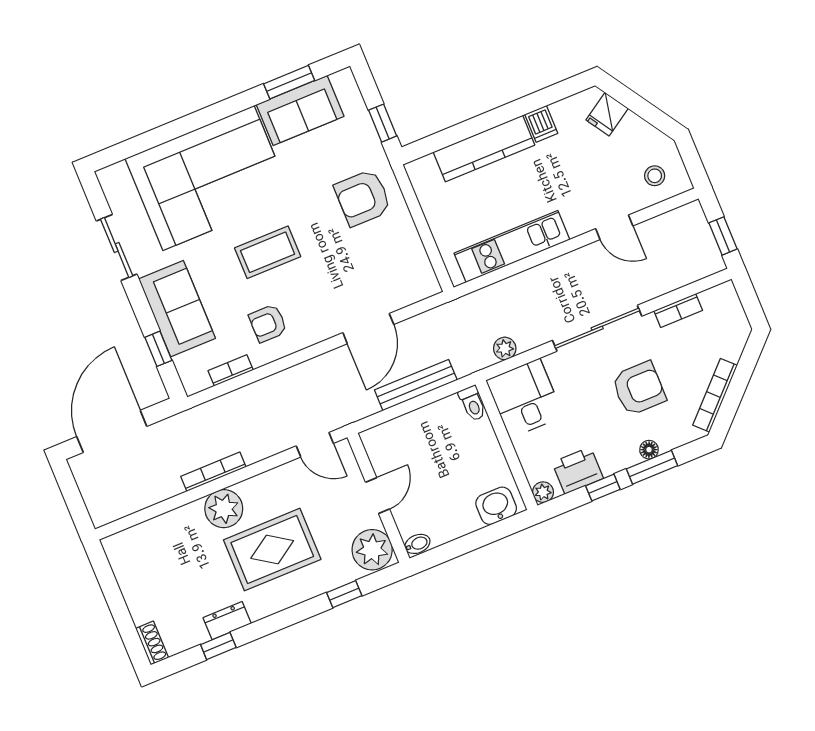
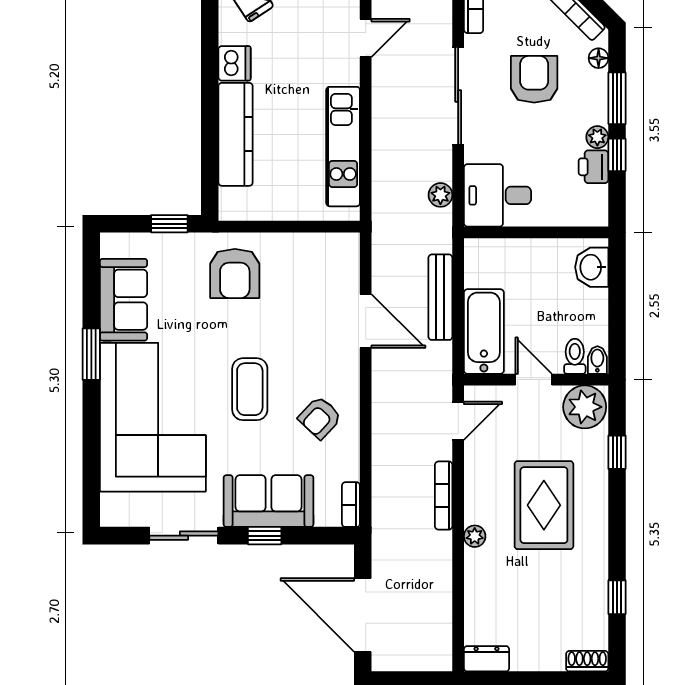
window: (289, 82) -> (91, 354), moved
dishwasher: (541, 124) -> (234, 63), width x1.38
armchair: (268, 323) -> (320, 418), turned 43
window: (158, 349) -> (265, 536), moved
bookcase: (231, 370) -> (351, 505), moved
toilet: (473, 403) -> (575, 356), moved, turned -90
bathtub: (402, 435) -> (484, 332), added
floor lamp: (649, 450) -> (599, 58), moved
printer: (578, 470) -> (594, 167), width x0.73, depth x0.81
bookcase: (213, 472) -> (444, 496), moved
plant: (543, 492) -> (597, 137), moved
plant: (224, 509) -> (475, 536), width x0.53, depth x0.53
dresser: (227, 621) -> (487, 659), moved, turned 90

